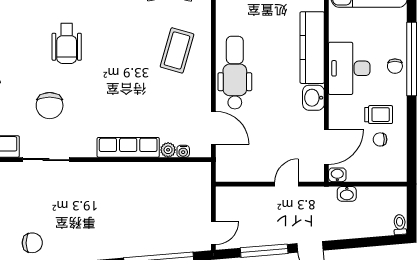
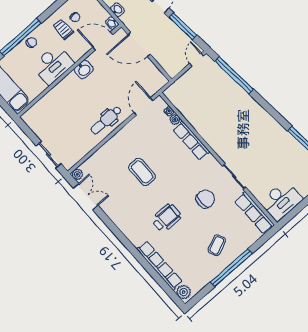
kitchen counter: (312, 48) -> (59, 92), removed
coffee table: (177, 50) -> (142, 172), moved, turned 74
dental chair: (235, 73) -> (106, 120), width x0.73, depth x0.72
door: (287, 184) -> (139, 45), width x1.87
door: (213, 233) -> (196, 60), hinge flipped
chair: (32, 243) -> (282, 146), removed

